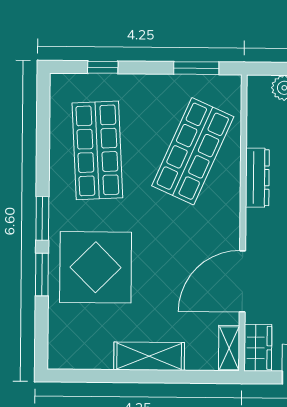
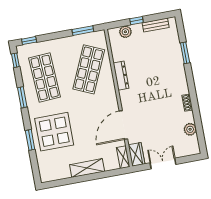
window: (103, 67) -> (29, 41), moved
window: (43, 103) -> (15, 60), added
window: (42, 218) -> (22, 97), moved

